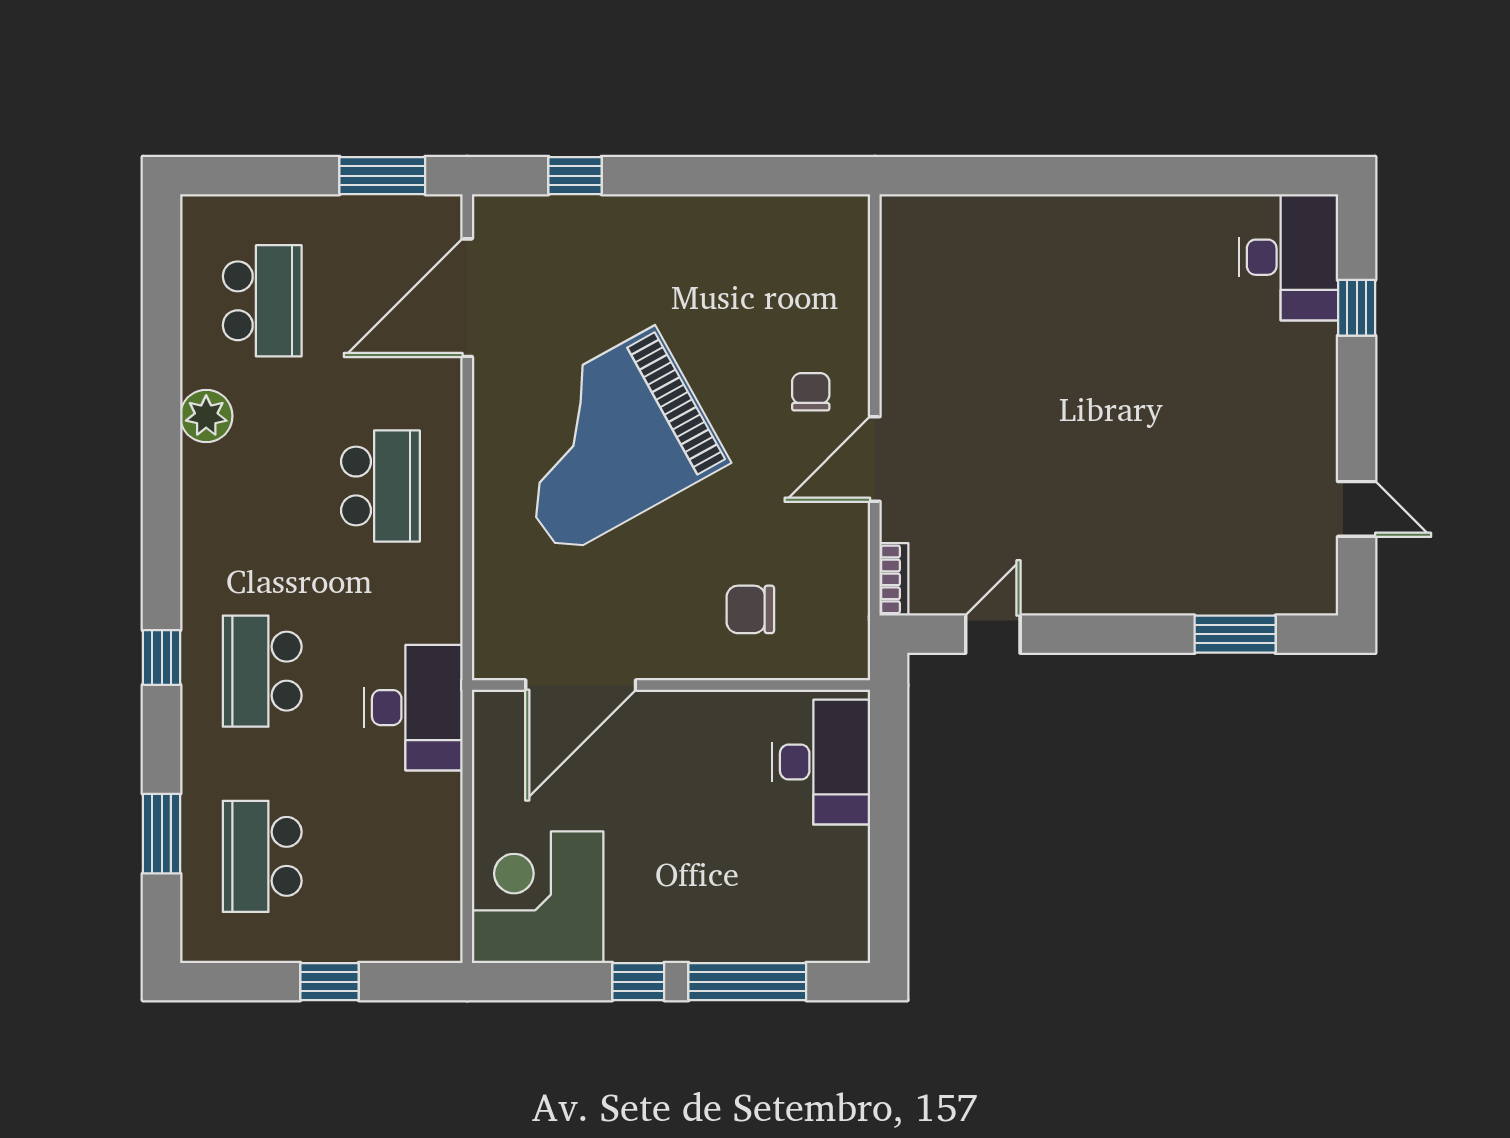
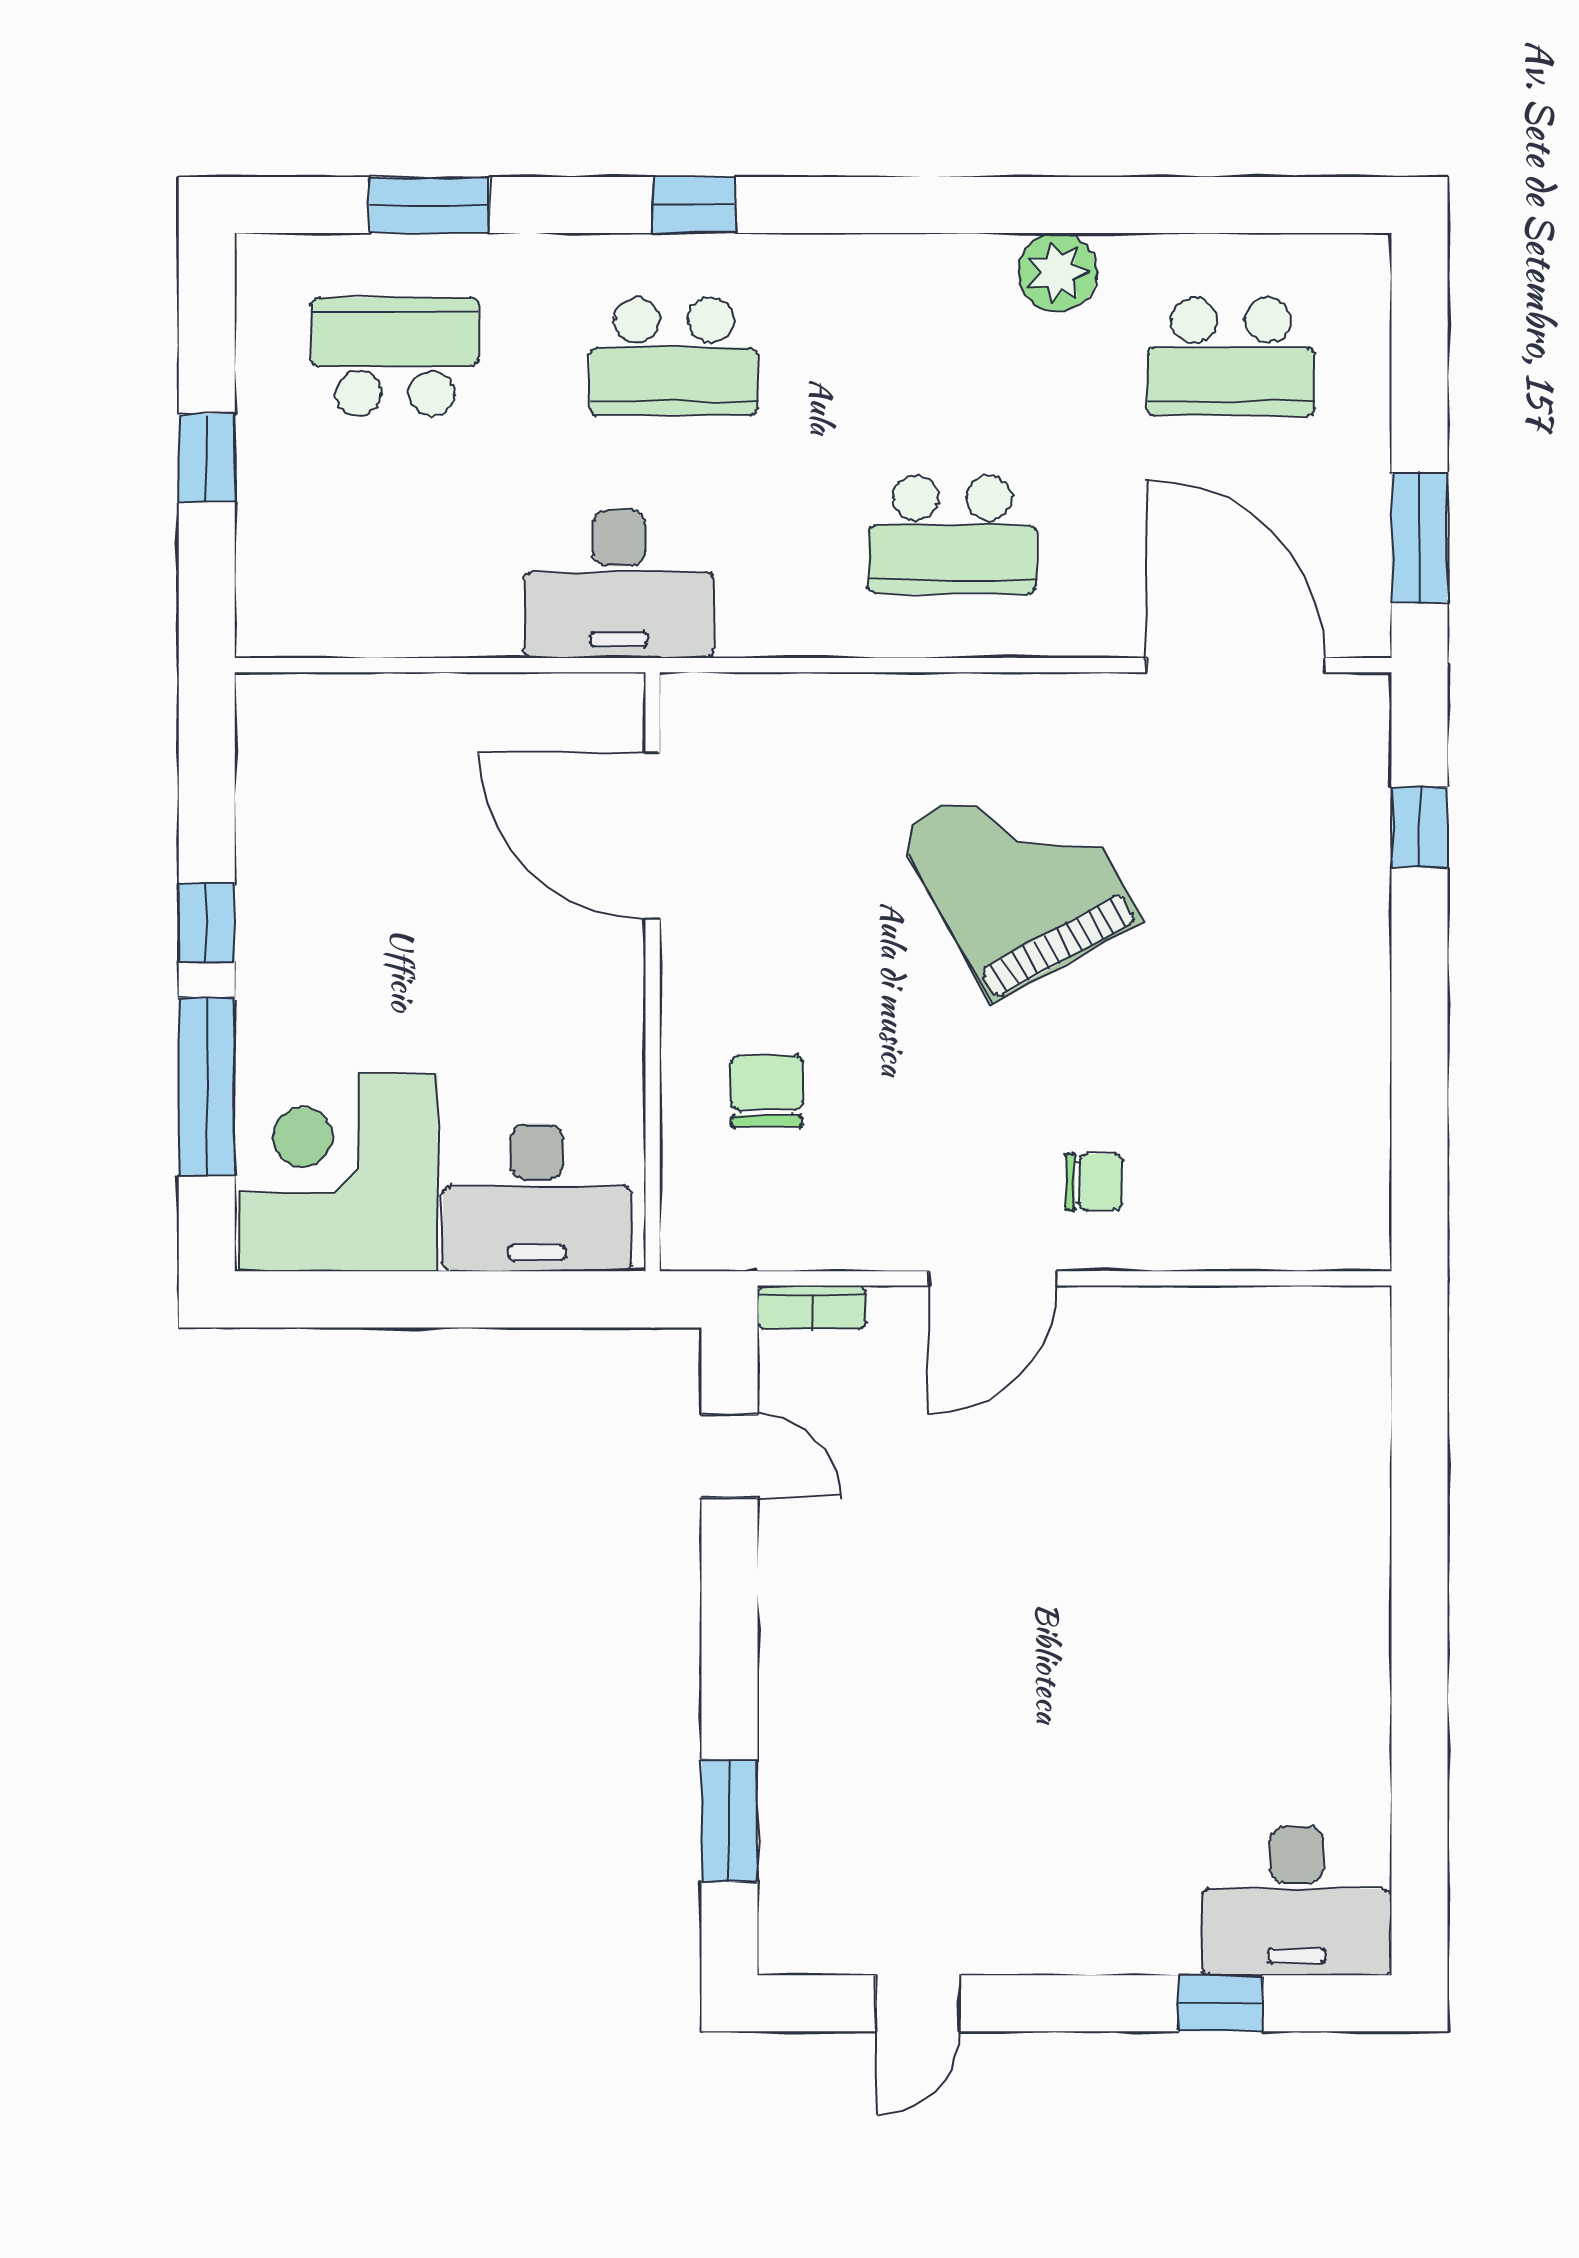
grand piano: (607, 442) -> (1019, 876), width x0.73, depth x0.68
door: (875, 459) -> (993, 1278), swing flipped
school desk: (262, 671) -> (674, 357), turned 180
corner desk: (538, 897) -> (338, 1172), moved, turned -90

